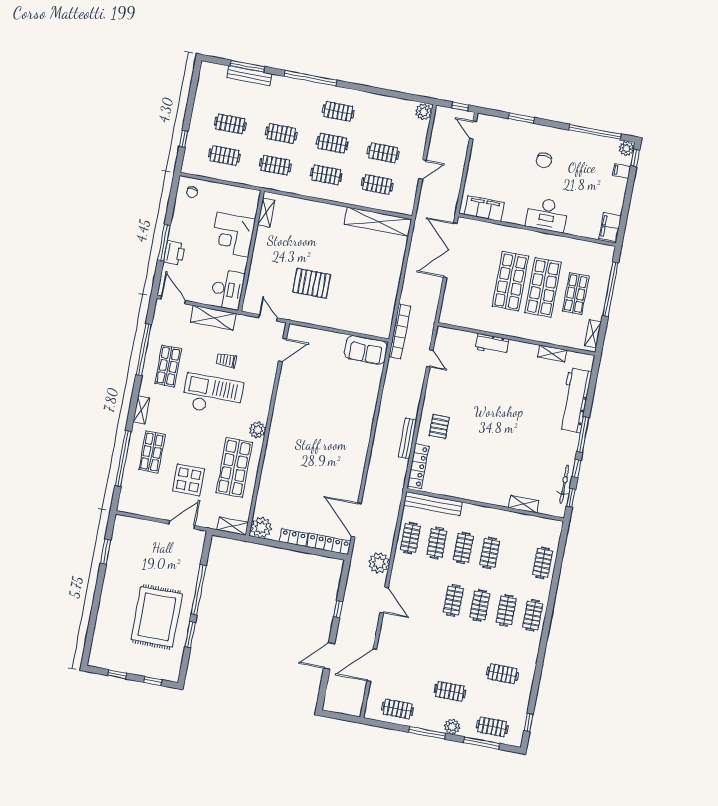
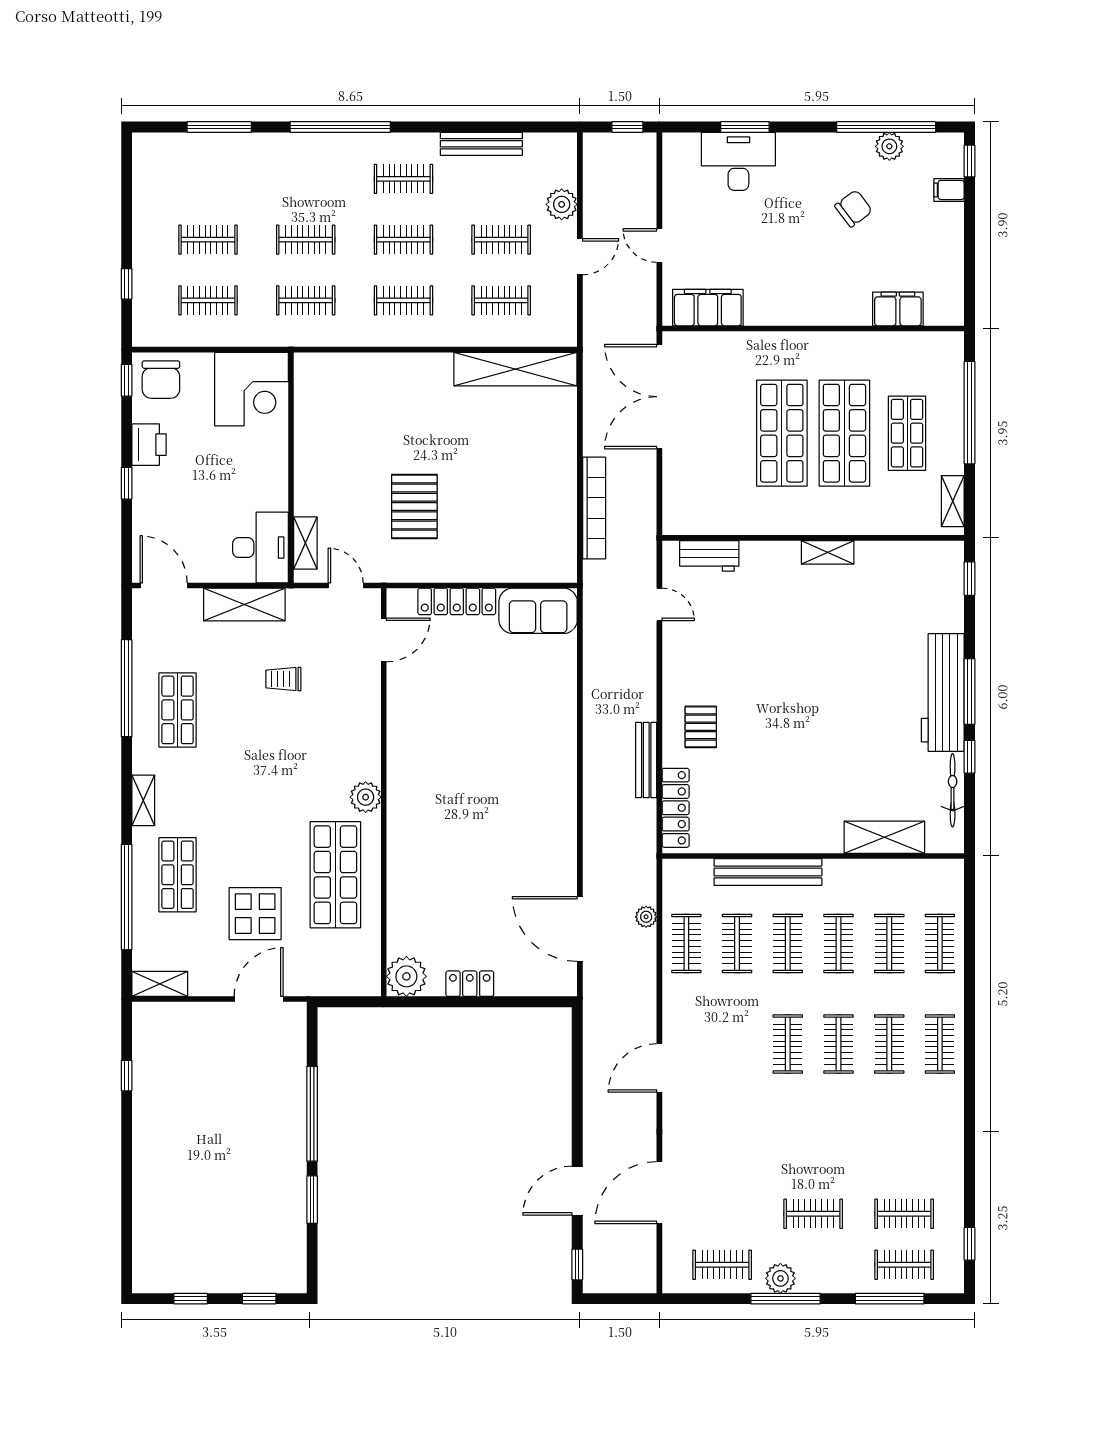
bench: (249, 76) -> (481, 144), moved
plant: (424, 112) -> (562, 204), moved
door: (473, 130) -> (659, 245), moved
plant: (626, 148) -> (889, 146), moved
chair: (544, 160) -> (853, 208), moved, turned -127
window: (174, 189) -> (127, 380), added
chair: (192, 192) -> (161, 380), width x1.87, depth x1.87
shelving: (266, 213) -> (305, 543), moved
desk: (547, 215) -> (738, 161), moved, turned 180
filing cabinet: (610, 227) -> (898, 309), moved, turned 90
corner desk: (233, 235) -> (251, 389), moved, turned -90
window: (164, 243) -> (127, 483), width x0.46
printer: (174, 253) -> (149, 445), moved
pallet: (312, 283) -> (414, 506), turned 90
bookcase: (400, 331) -> (594, 508), moved
workbench: (492, 344) -> (709, 556), moved
shelving: (552, 353) -> (828, 552), moved
checkout: (213, 395) -> (270, 748), removed
workbench: (575, 400) -> (943, 692), moved
window: (571, 498) -> (970, 579), moved
bench: (433, 504) -> (768, 872), moved
shelving: (524, 504) -> (884, 837), width x1.50, depth x1.33
shelving: (233, 526) -> (160, 984), moved
locker: (329, 544) -> (457, 601), moved, turned 180
window: (106, 552) -> (127, 1076), width x0.67
clothes rail: (516, 558) -> (889, 943), added
plant: (379, 563) -> (646, 917), moved, width x0.53, depth x0.53
door: (384, 600) -> (659, 1068), swing flipped
window: (338, 609) -> (577, 1264), moved
rug: (157, 617) -> (244, 1178), removed
clothes rail: (502, 674) -> (904, 1214), moved
plant: (452, 727) -> (780, 1278), moved

